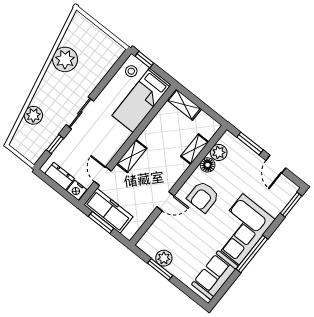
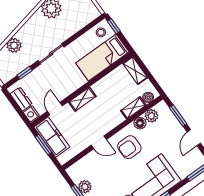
boiler: (209, 132) -> (148, 97), added

